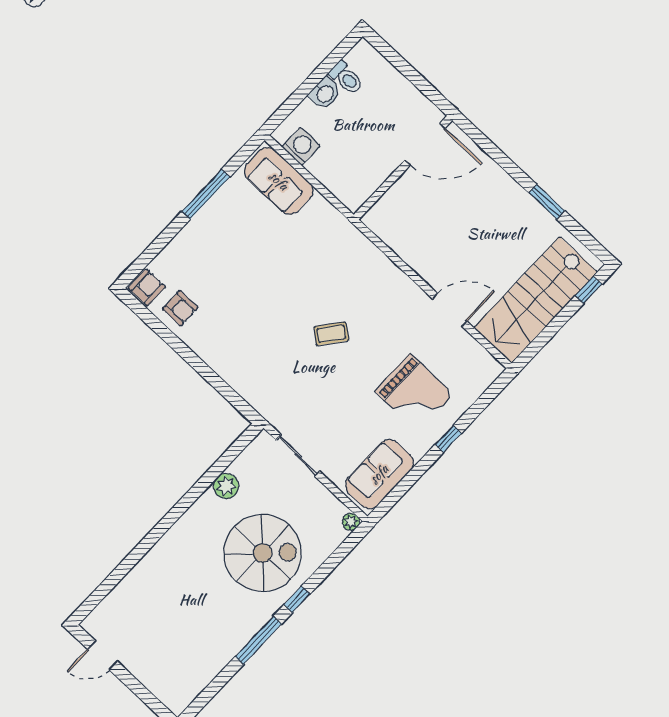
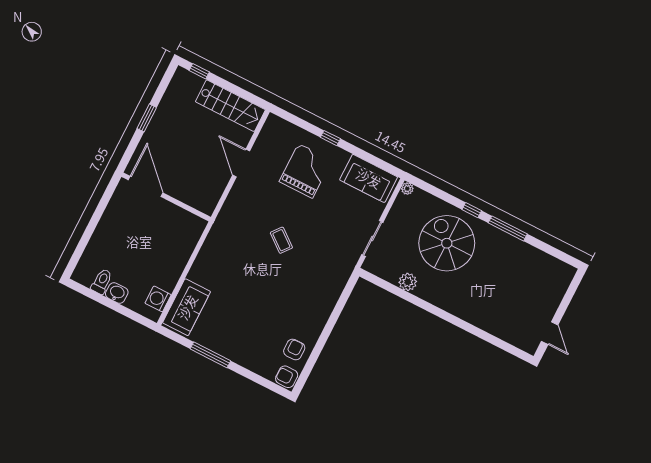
door: (425, 144) -> (146, 186), moved
wall: (403, 168) -> (166, 197), moved
stairs: (536, 300) -> (230, 106), width x0.73, depth x0.66

